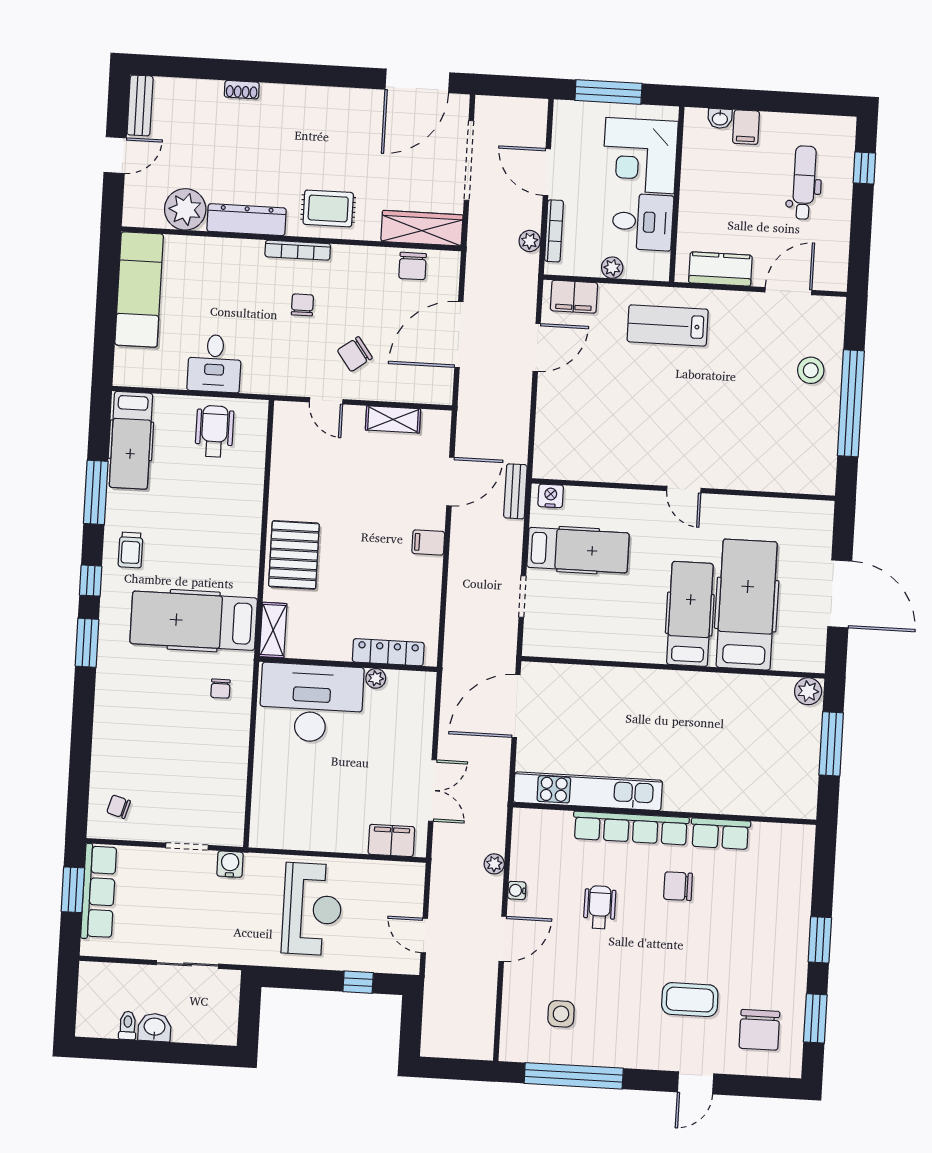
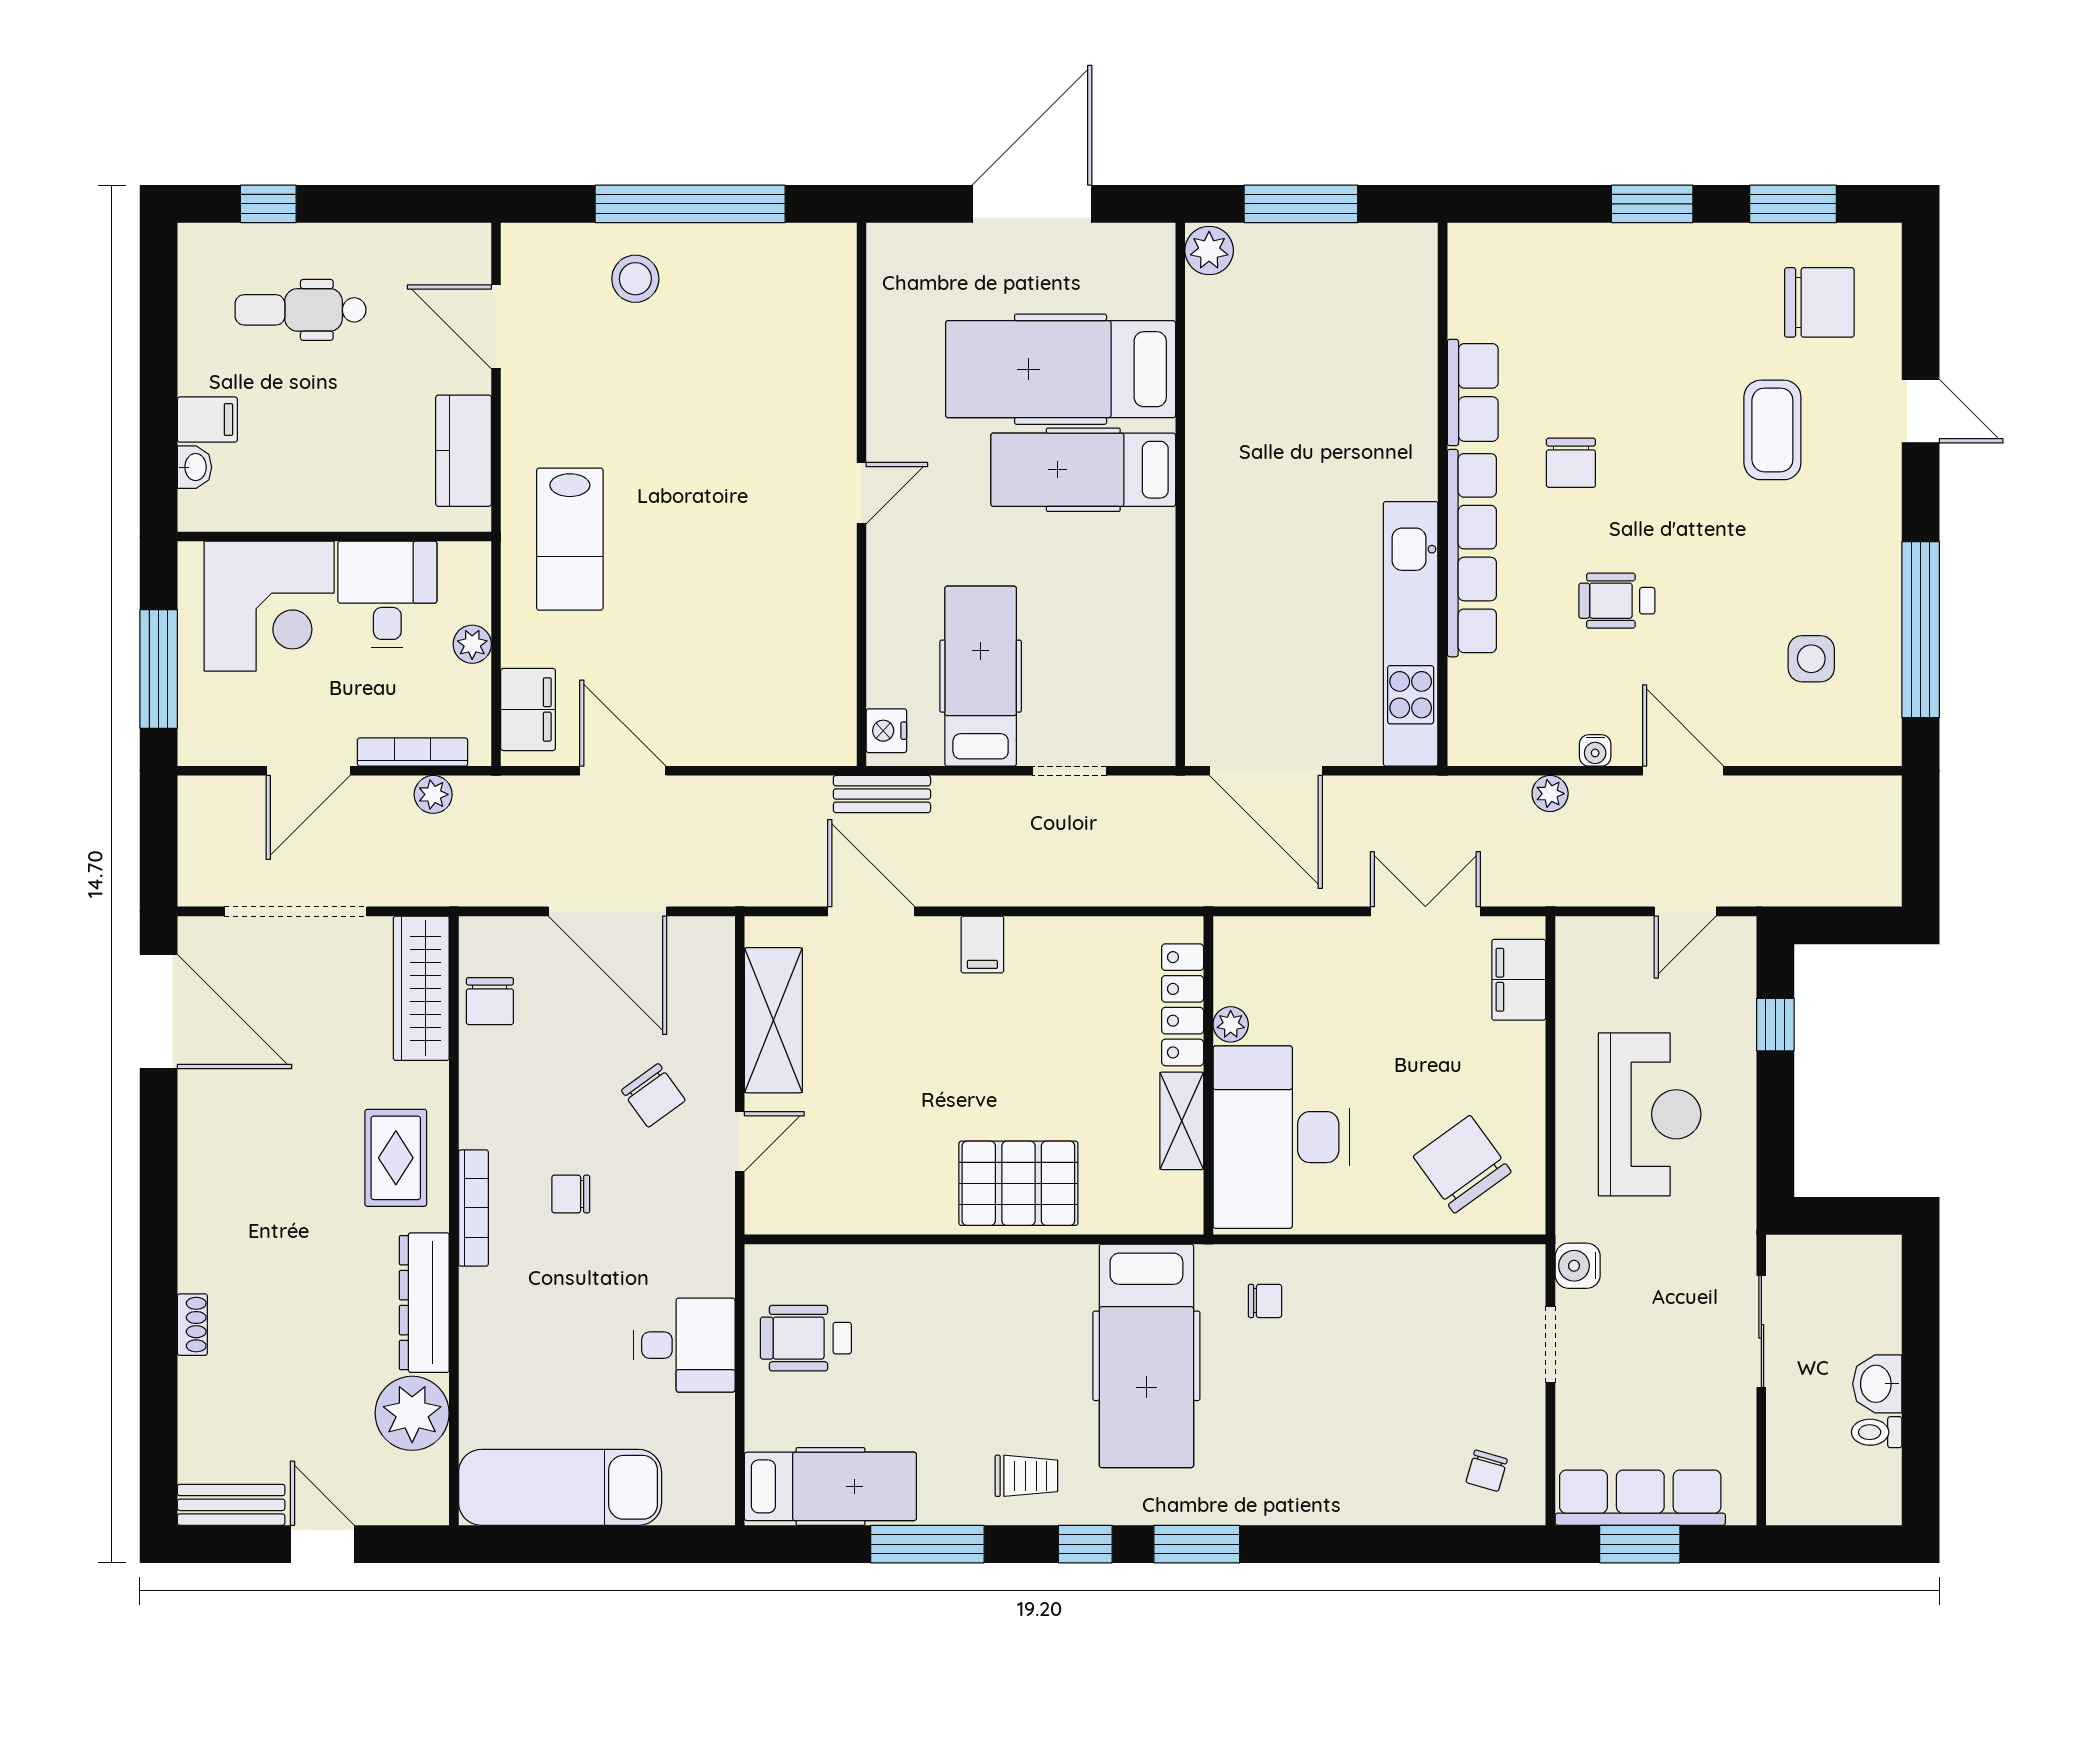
chair: (413, 266) -> (490, 1001), turned 90
shelving: (393, 419) -> (773, 1020), width x1.50, depth x1.33
shelving: (273, 630) -> (1182, 1121), moved, turned 90
chair: (290, 803) -> (1462, 1164), added
reception desk: (312, 909) -> (1650, 1114), turned 90

